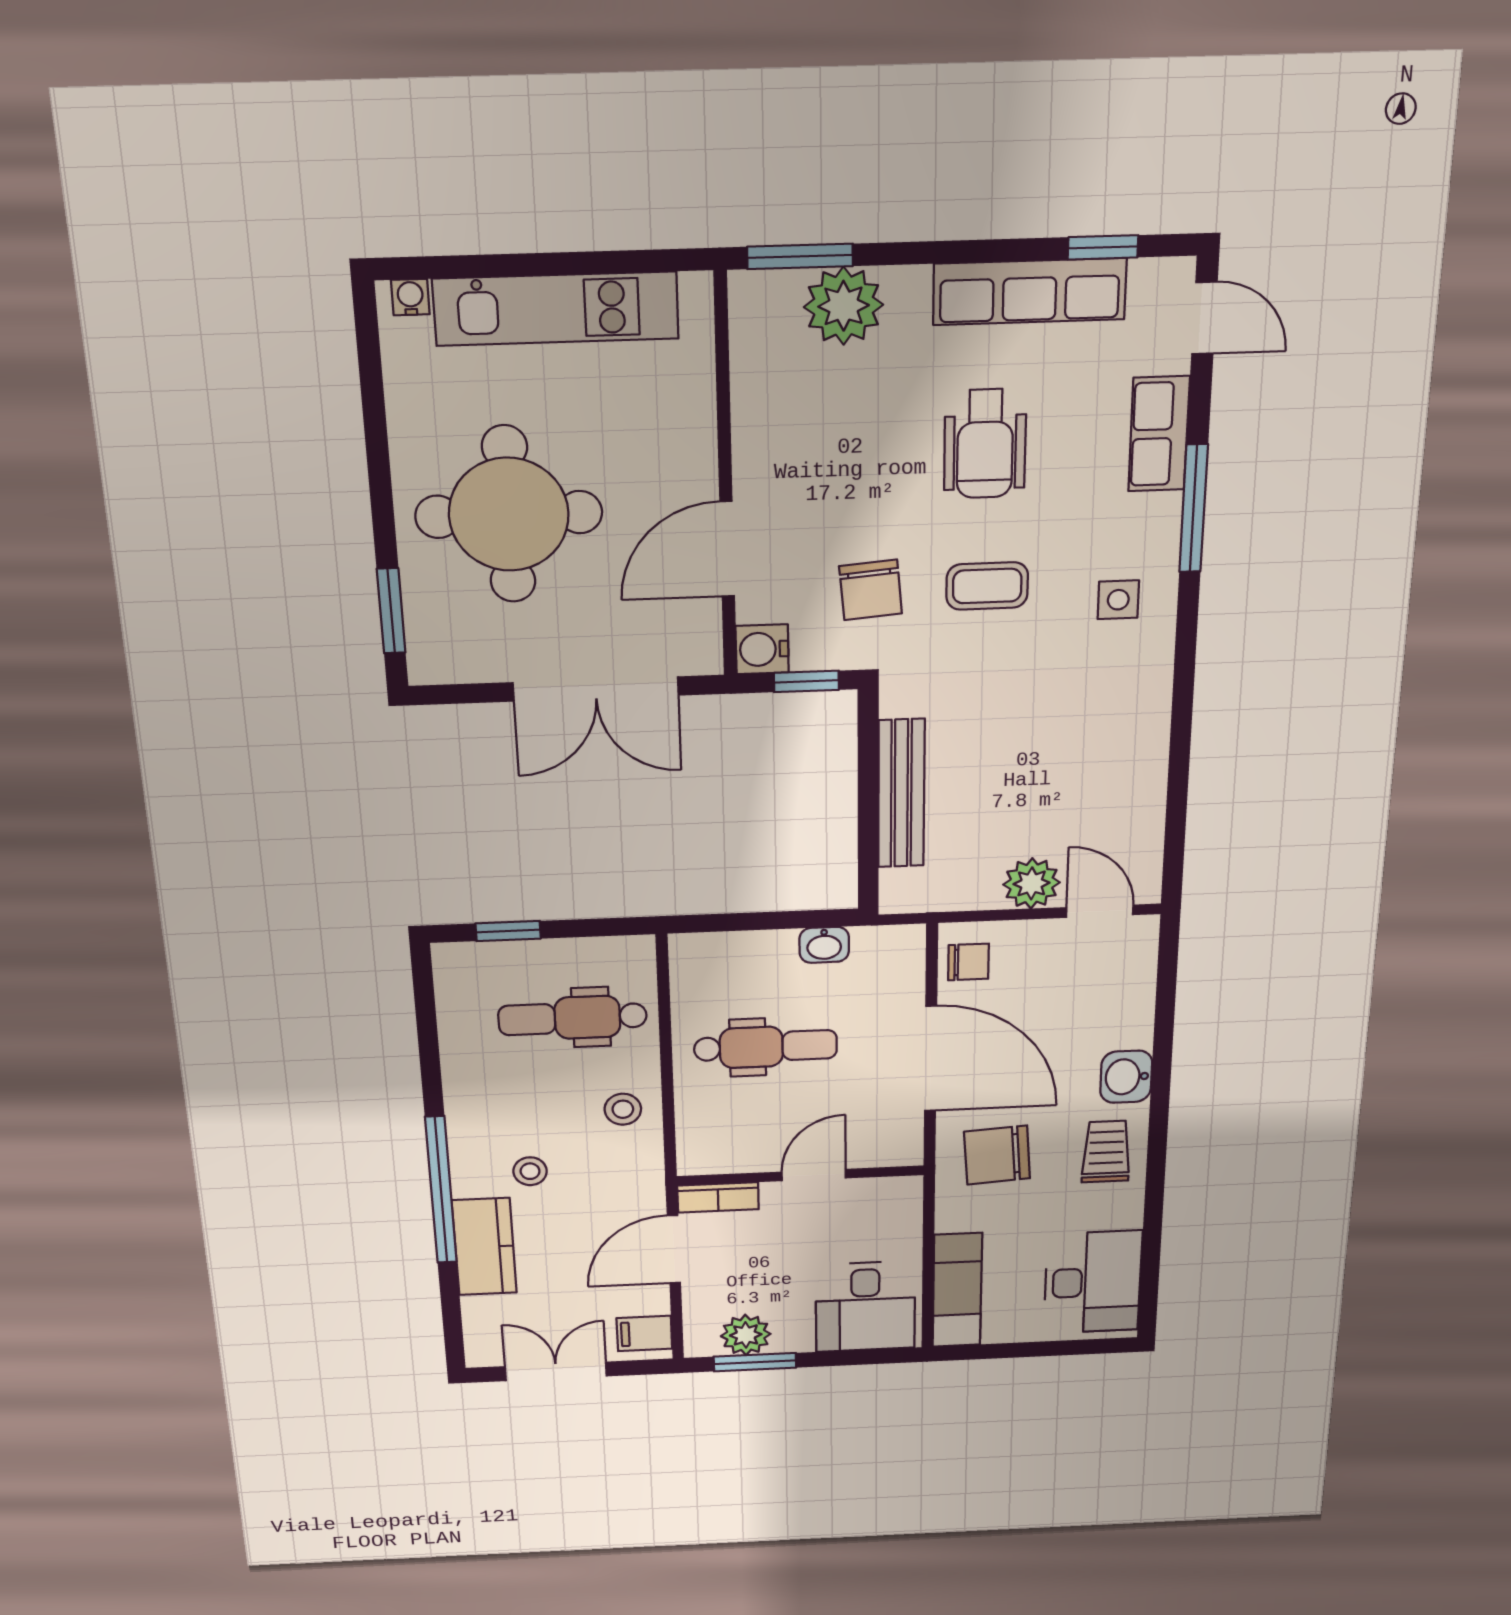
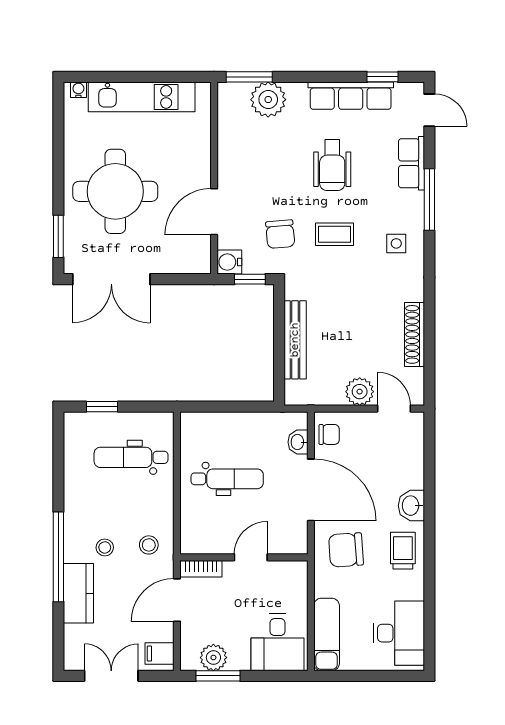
double door: (596, 689) -> (111, 279), moved
shoe rack: (1148, 774) -> (414, 334), added
washbasin: (824, 945) -> (298, 442), moved, turned 90
stool: (623, 1109) -> (149, 545), moved

